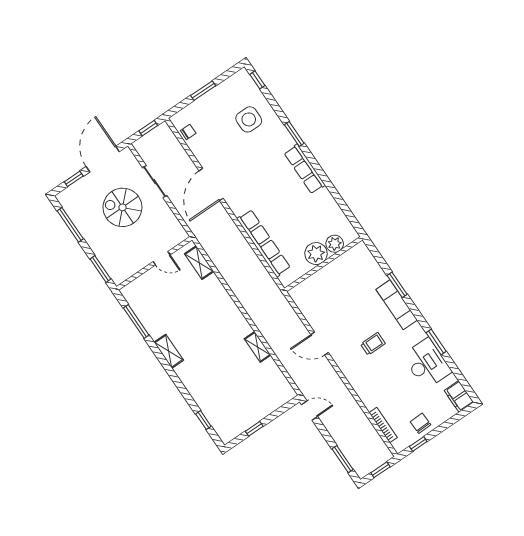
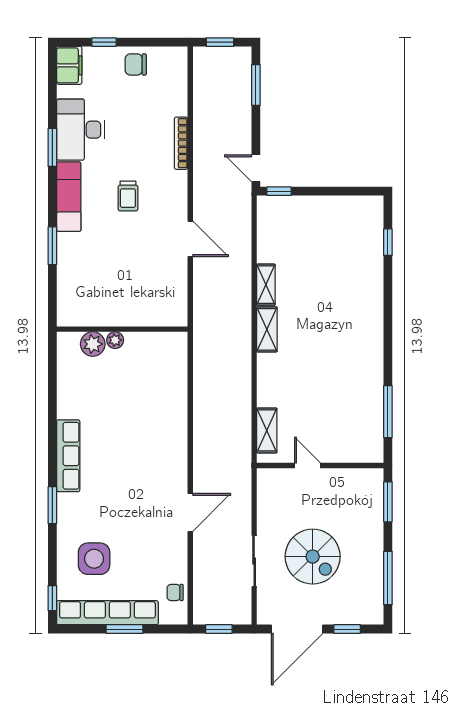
door: (211, 185) -> (190, 512), width x0.73
row of seats: (264, 243) -> (107, 613), moved, turned 90
plant: (316, 254) -> (115, 340), width x0.53, depth x0.53
exam couch: (397, 305) -> (69, 197), moved
trolley: (373, 344) -> (128, 196), turned -90
shelving: (169, 351) -> (267, 329), moved
chair: (421, 423) -> (136, 64), turned 92
bookcase: (383, 425) -> (181, 143), moved
window: (254, 429) -> (279, 191), moved
window: (418, 444) -> (104, 42), moved

